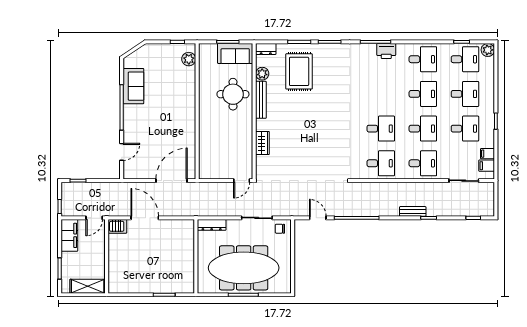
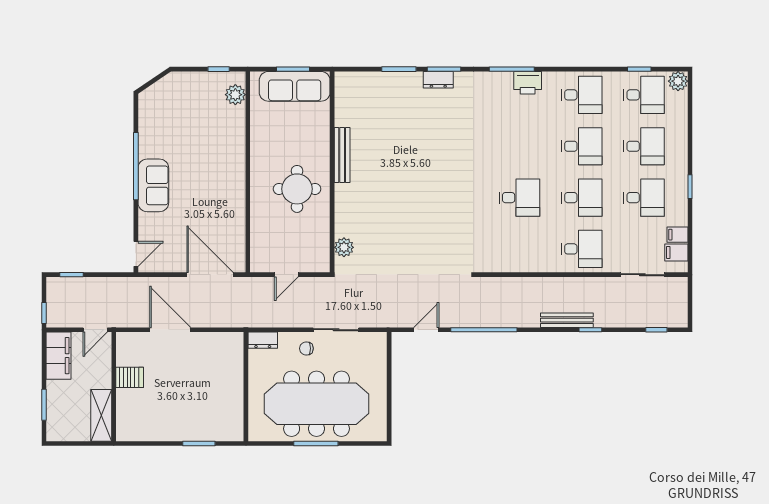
dresser: (266, 49) -> (438, 80), moved
sofa: (235, 53) -> (295, 86), width x1.36
rug: (299, 71) -> (399, 113), removed
plant: (262, 74) -> (344, 247), moved
sofa: (133, 86) -> (153, 185), moved
round table: (233, 94) -> (297, 189), moved
wardrobe: (262, 143) -> (344, 219), removed
door: (122, 152) -> (136, 254), moved
desk: (381, 163) -> (519, 249), removed
door: (172, 181) -> (210, 275), hinge flipped
door: (242, 181) -> (286, 275), moved
bench: (413, 211) -> (567, 320), width x1.36
door: (318, 218) -> (426, 330), hinge flipped
dresser: (212, 225) -> (263, 340), width x0.70
server rack: (117, 226) -> (130, 377), moved
chair: (280, 229) -> (306, 348), moved
shelving: (88, 286) -> (101, 415), moved, turned 90

